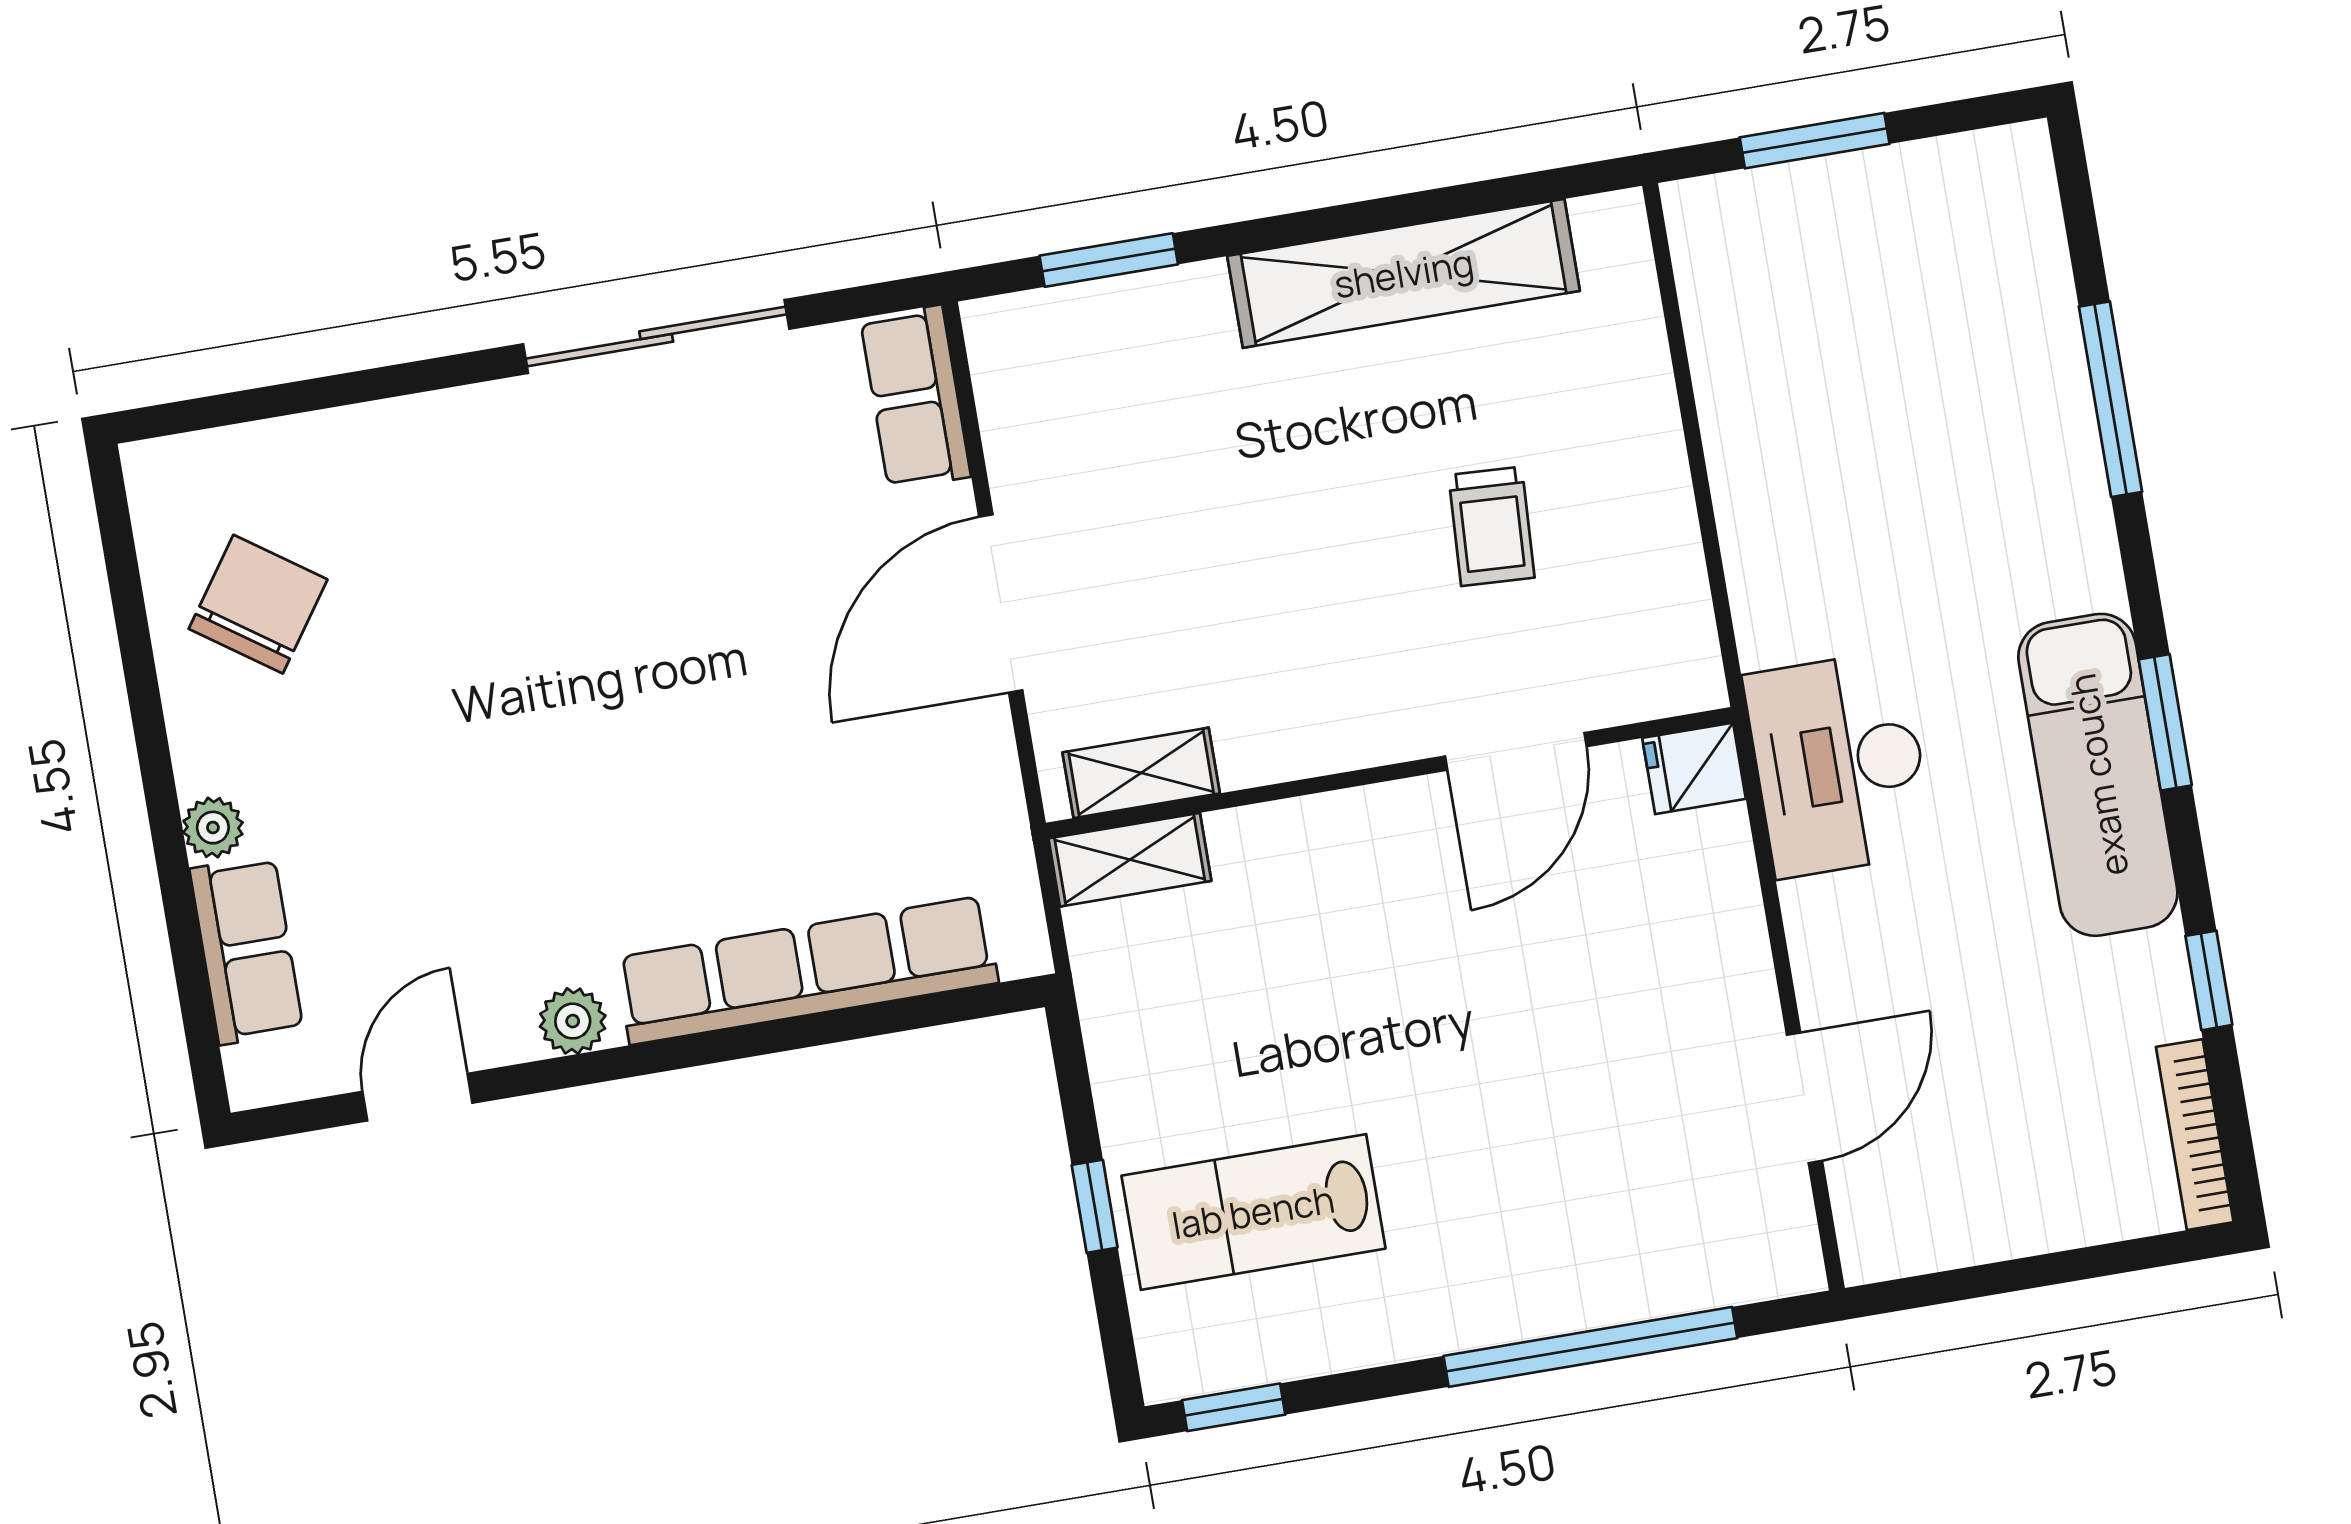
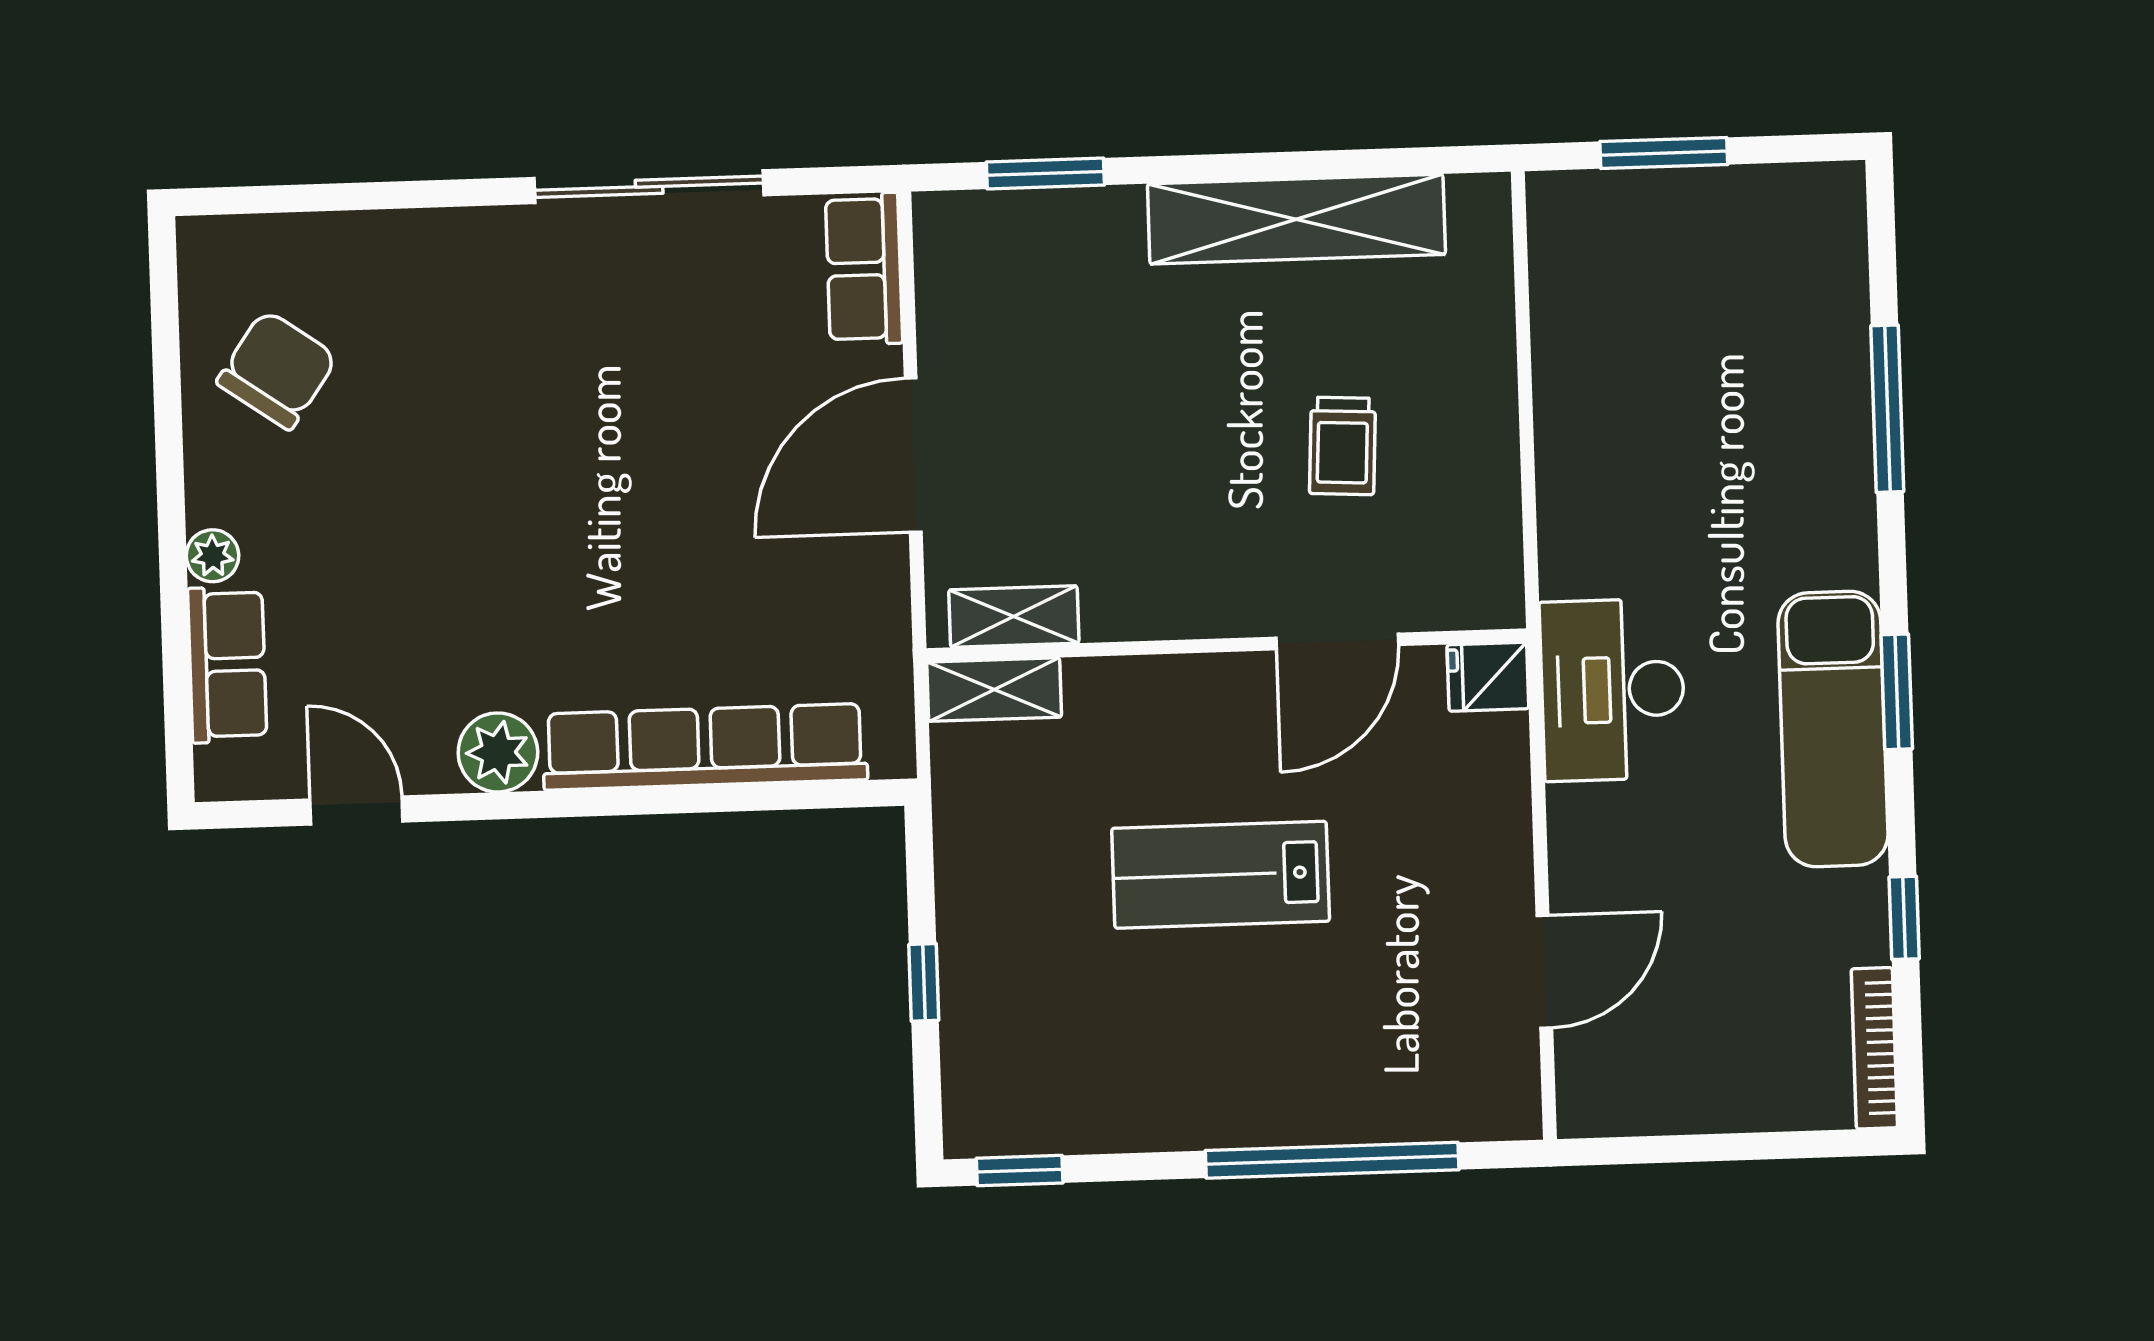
plant: (573, 1021) -> (498, 752), width x1.38, depth x1.38
door: (417, 1097) -> (356, 810), hinge flipped
lab bench: (1253, 1212) -> (1221, 875), moved

